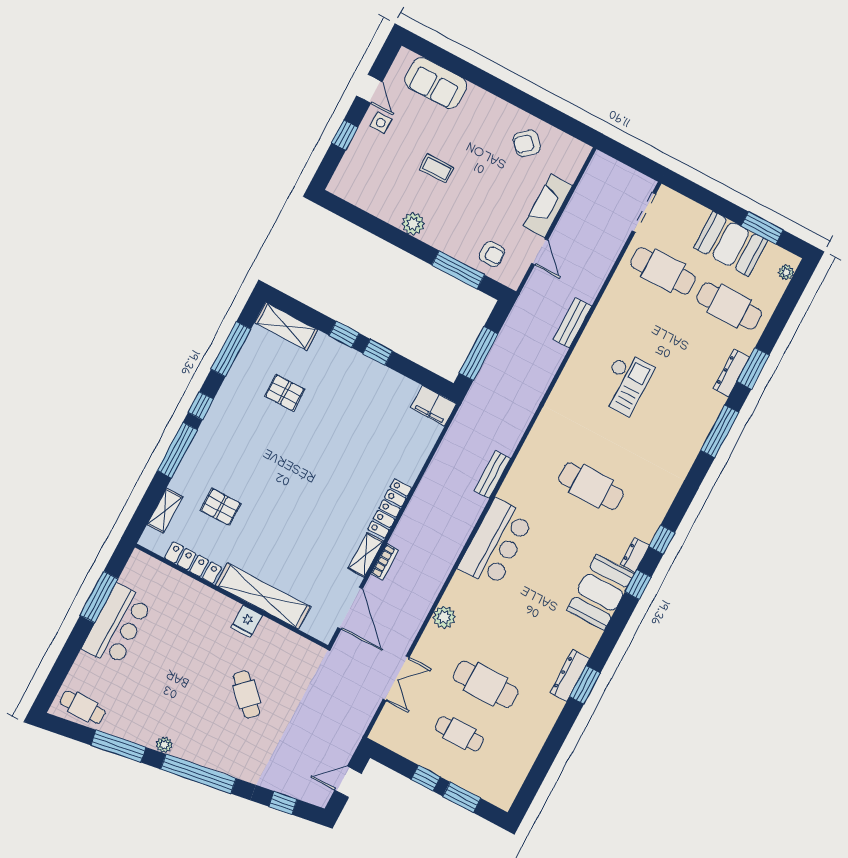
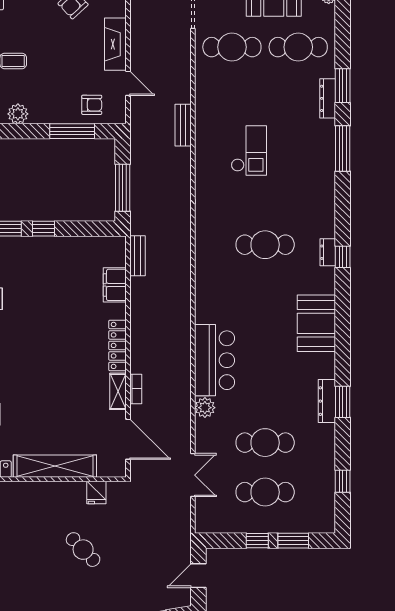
filing cabinet: (433, 406) -> (115, 285), moved, turned 90
bench: (492, 475) -> (138, 256), moved
bar counter: (496, 543) -> (215, 360), moved
dresser: (635, 555) -> (328, 252), moved
window: (638, 585) -> (343, 481), moved
fridge: (247, 621) -> (96, 493), moved
cafe table: (459, 734) -> (265, 492), width x1.37, depth x1.35

